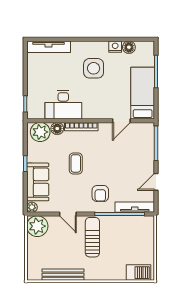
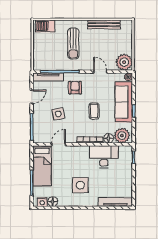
nightstand: (115, 47) -> (42, 202), moved
side table: (122, 160) -> (58, 114), added
sofa: (38, 182) -> (124, 102), width x1.36
sun lounger: (92, 237) -> (73, 44), moved

